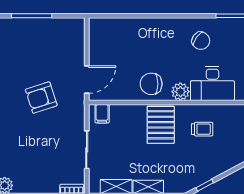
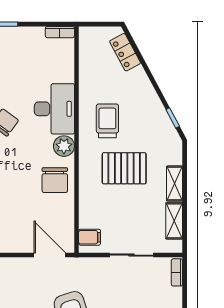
pallet: (161, 125) -> (124, 168), moved
trolley: (202, 129) -> (107, 121), width x1.36, depth x1.39

